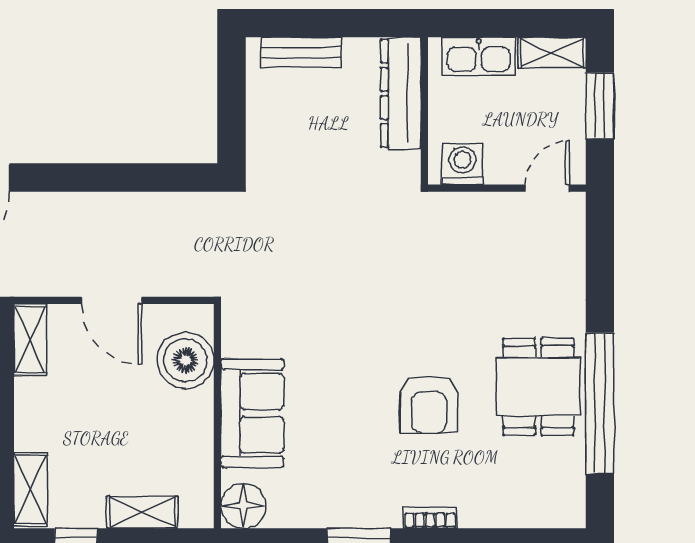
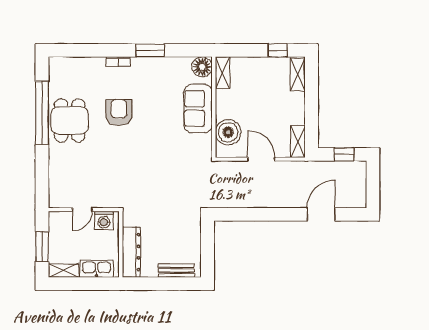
door: (547, 188) -> (82, 210), moved
shelving: (142, 512) -> (223, 73), moved, turned 90

